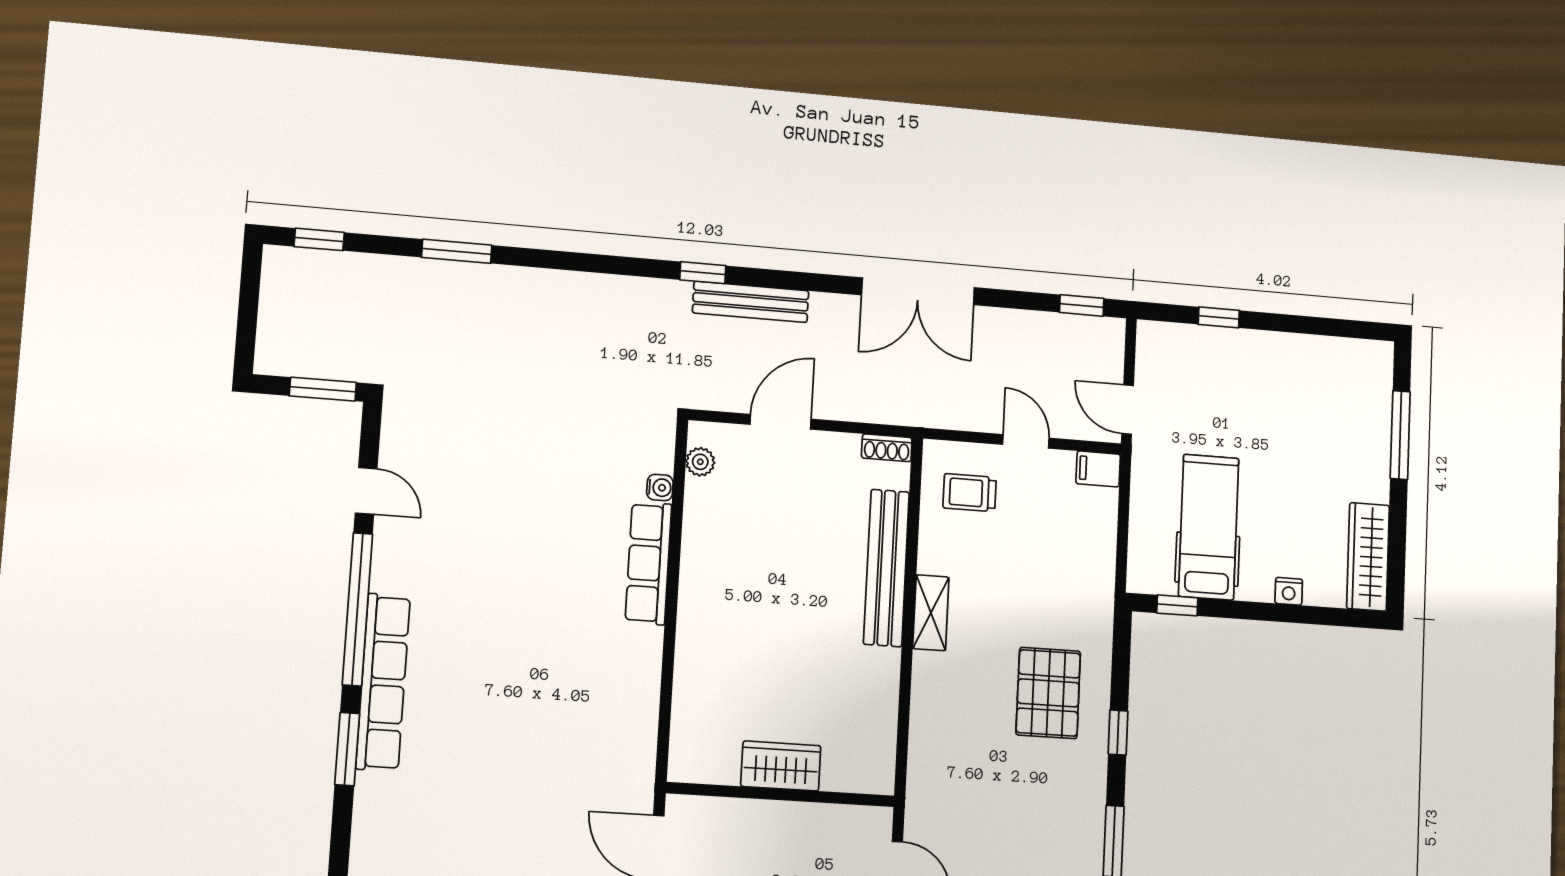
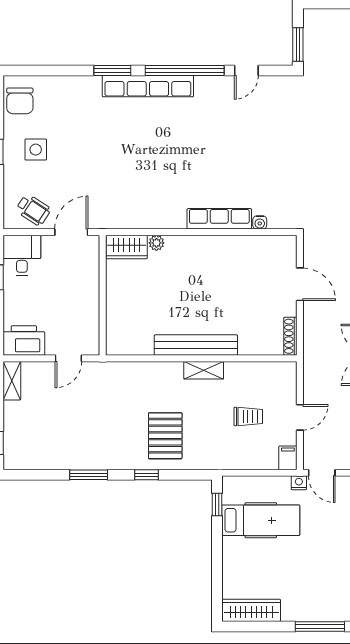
door: (1128, 409) -> (322, 473), swing flipped
shoe rack: (887, 448) -> (290, 336), width x1.43
plant: (700, 462) -> (156, 243), moved
trolley: (970, 493) -> (248, 416), moved, turned 90
bench: (886, 568) -> (196, 345), moved
nightstand: (1289, 591) -> (299, 483), moved, turned 90
pallet: (1048, 693) -> (165, 436), turned 90
wardrobe: (781, 766) -> (127, 247), moved, turned 90

